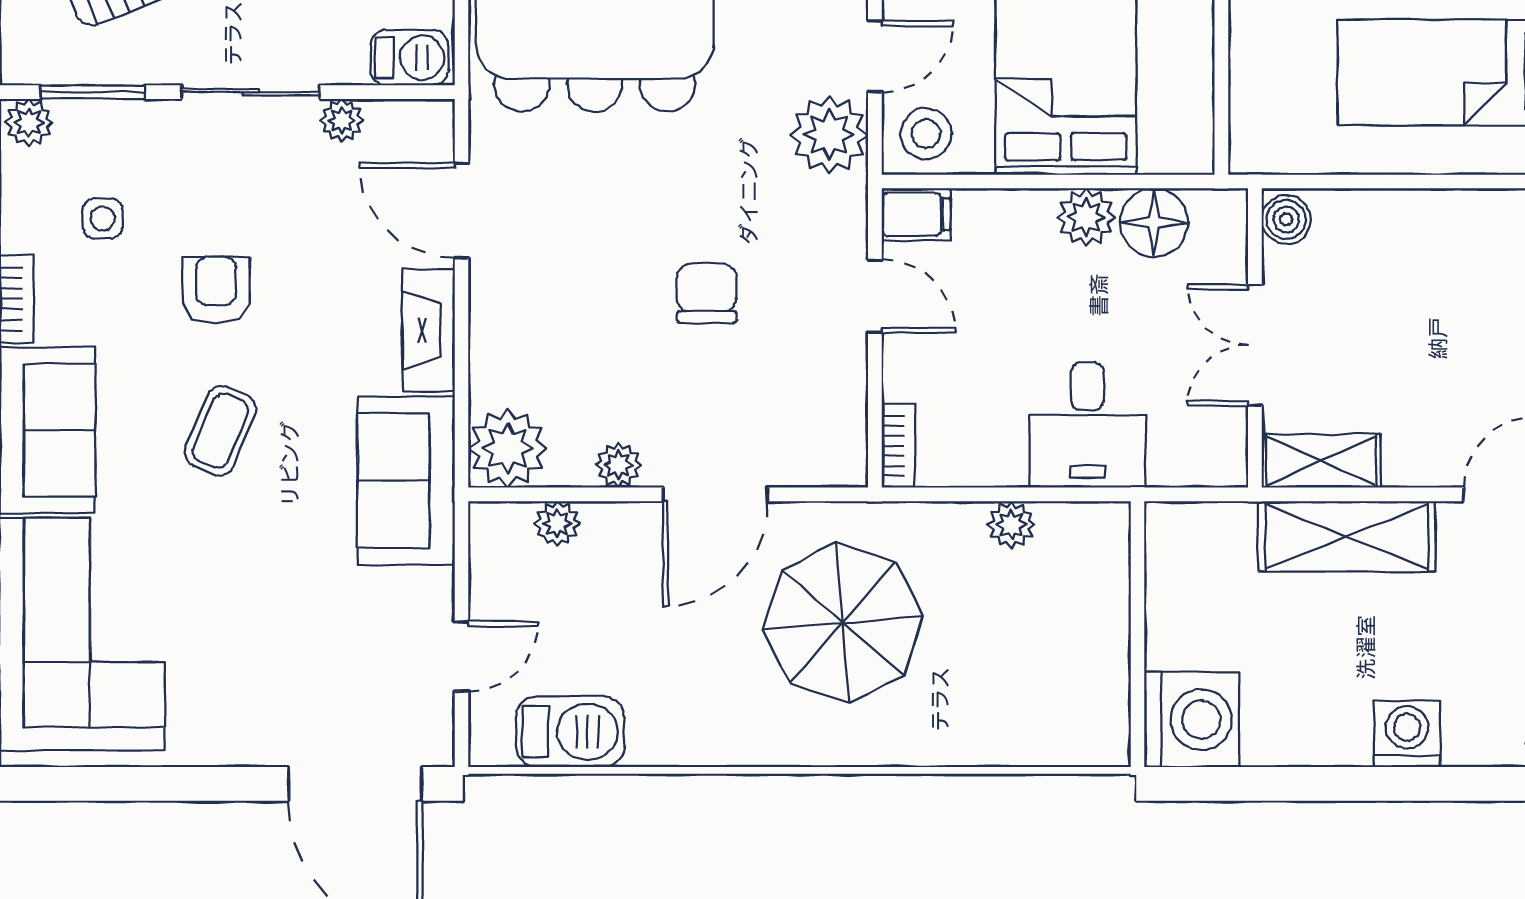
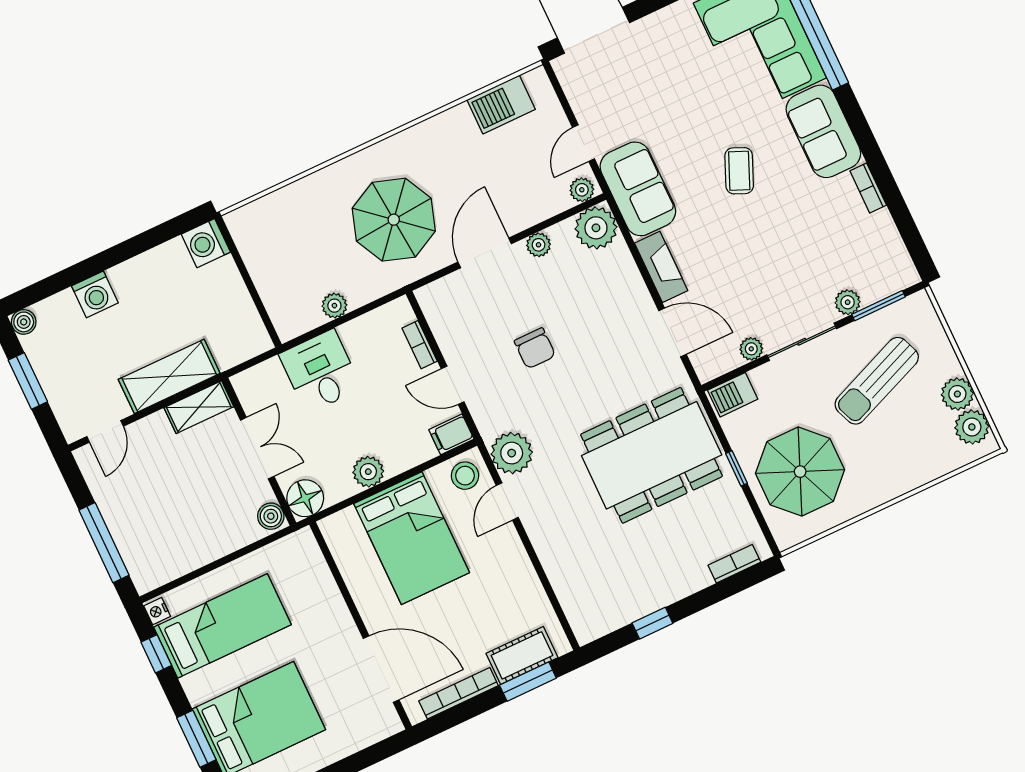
plant: (29, 122) -> (848, 302), moved
side table: (103, 218) -> (845, 247), removed
floor lamp: (1154, 223) -> (305, 498), moved
armchair: (216, 290) -> (773, 238), removed
bookcase: (898, 446) -> (420, 345), moved
plant: (557, 524) -> (582, 190), moved
door: (462, 656) -> (583, 143), moved
washing machine: (1192, 720) -> (206, 243), width x0.73, depth x0.73

